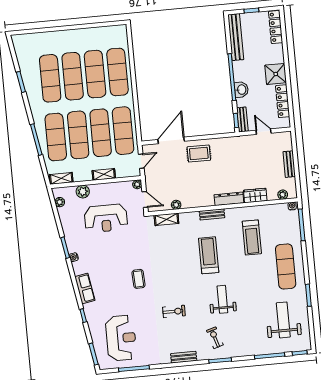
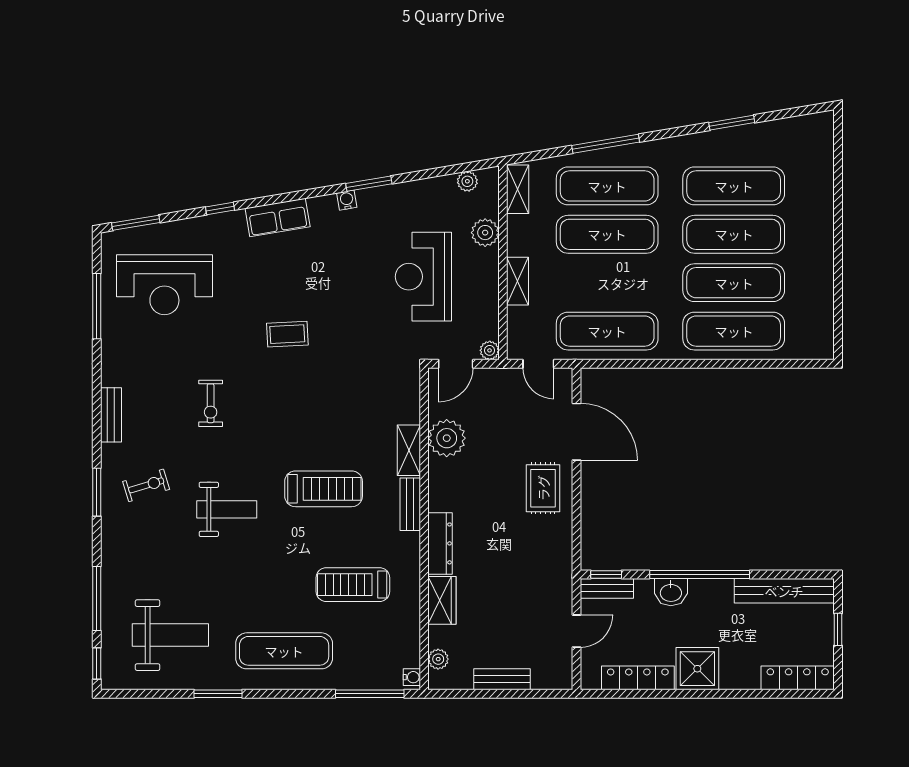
exercise mat: (101, 133) -> (607, 283), removed
plant: (176, 205) -> (447, 438), width x1.88, depth x1.88
shelving: (166, 219) -> (409, 450), moved

